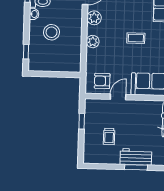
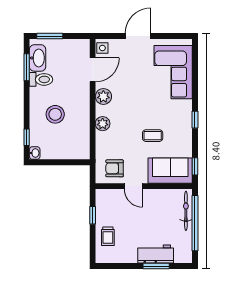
washbasin: (34, 14) -> (35, 153), moved
coffee table: (136, 38) -> (153, 136), moved
door: (118, 97) -> (133, 186), swing flipped
trolley: (109, 136) -> (108, 236), moved

